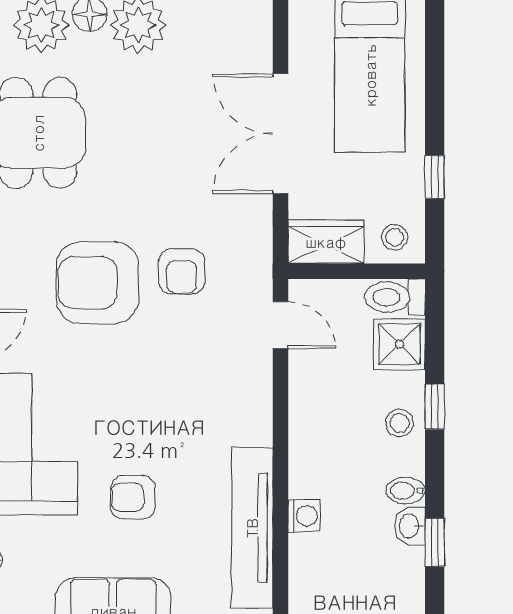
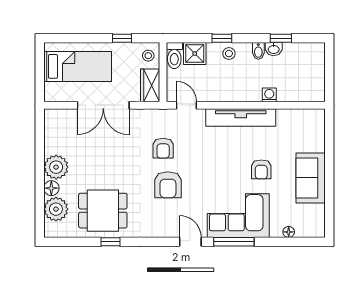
armchair: (182, 271) -> (163, 148), turned 90
armchair: (97, 283) -> (168, 185), width x0.73, depth x0.73
door: (280, 325) -> (186, 105), hinge flipped
tv unit: (252, 528) -> (241, 117), moved

